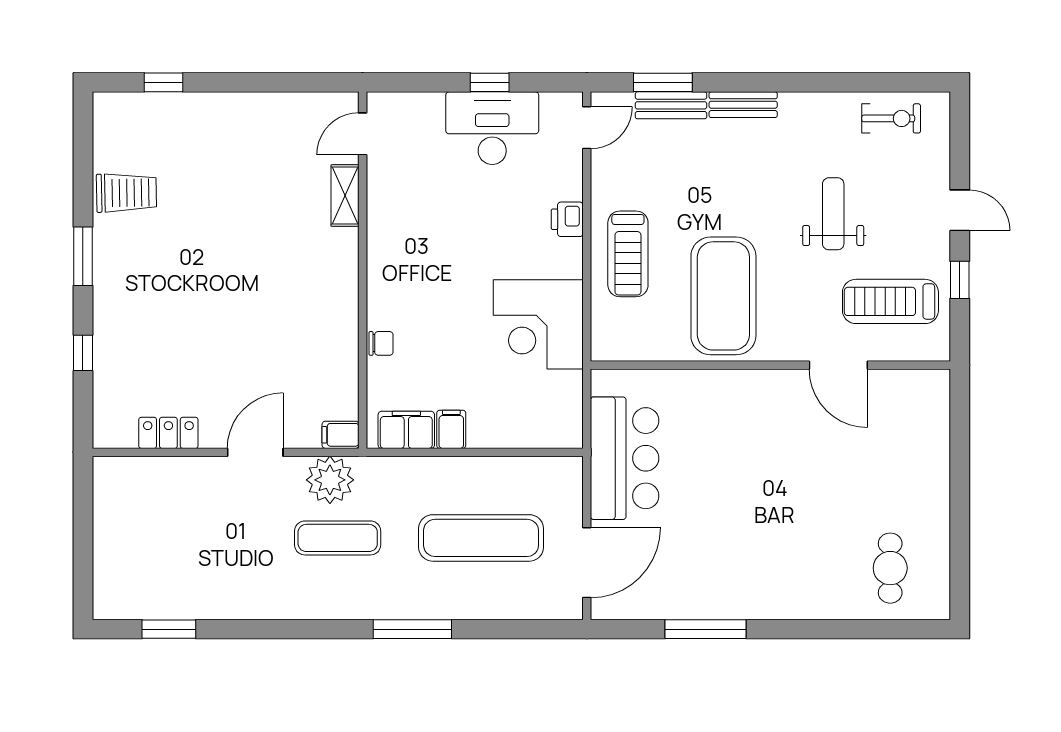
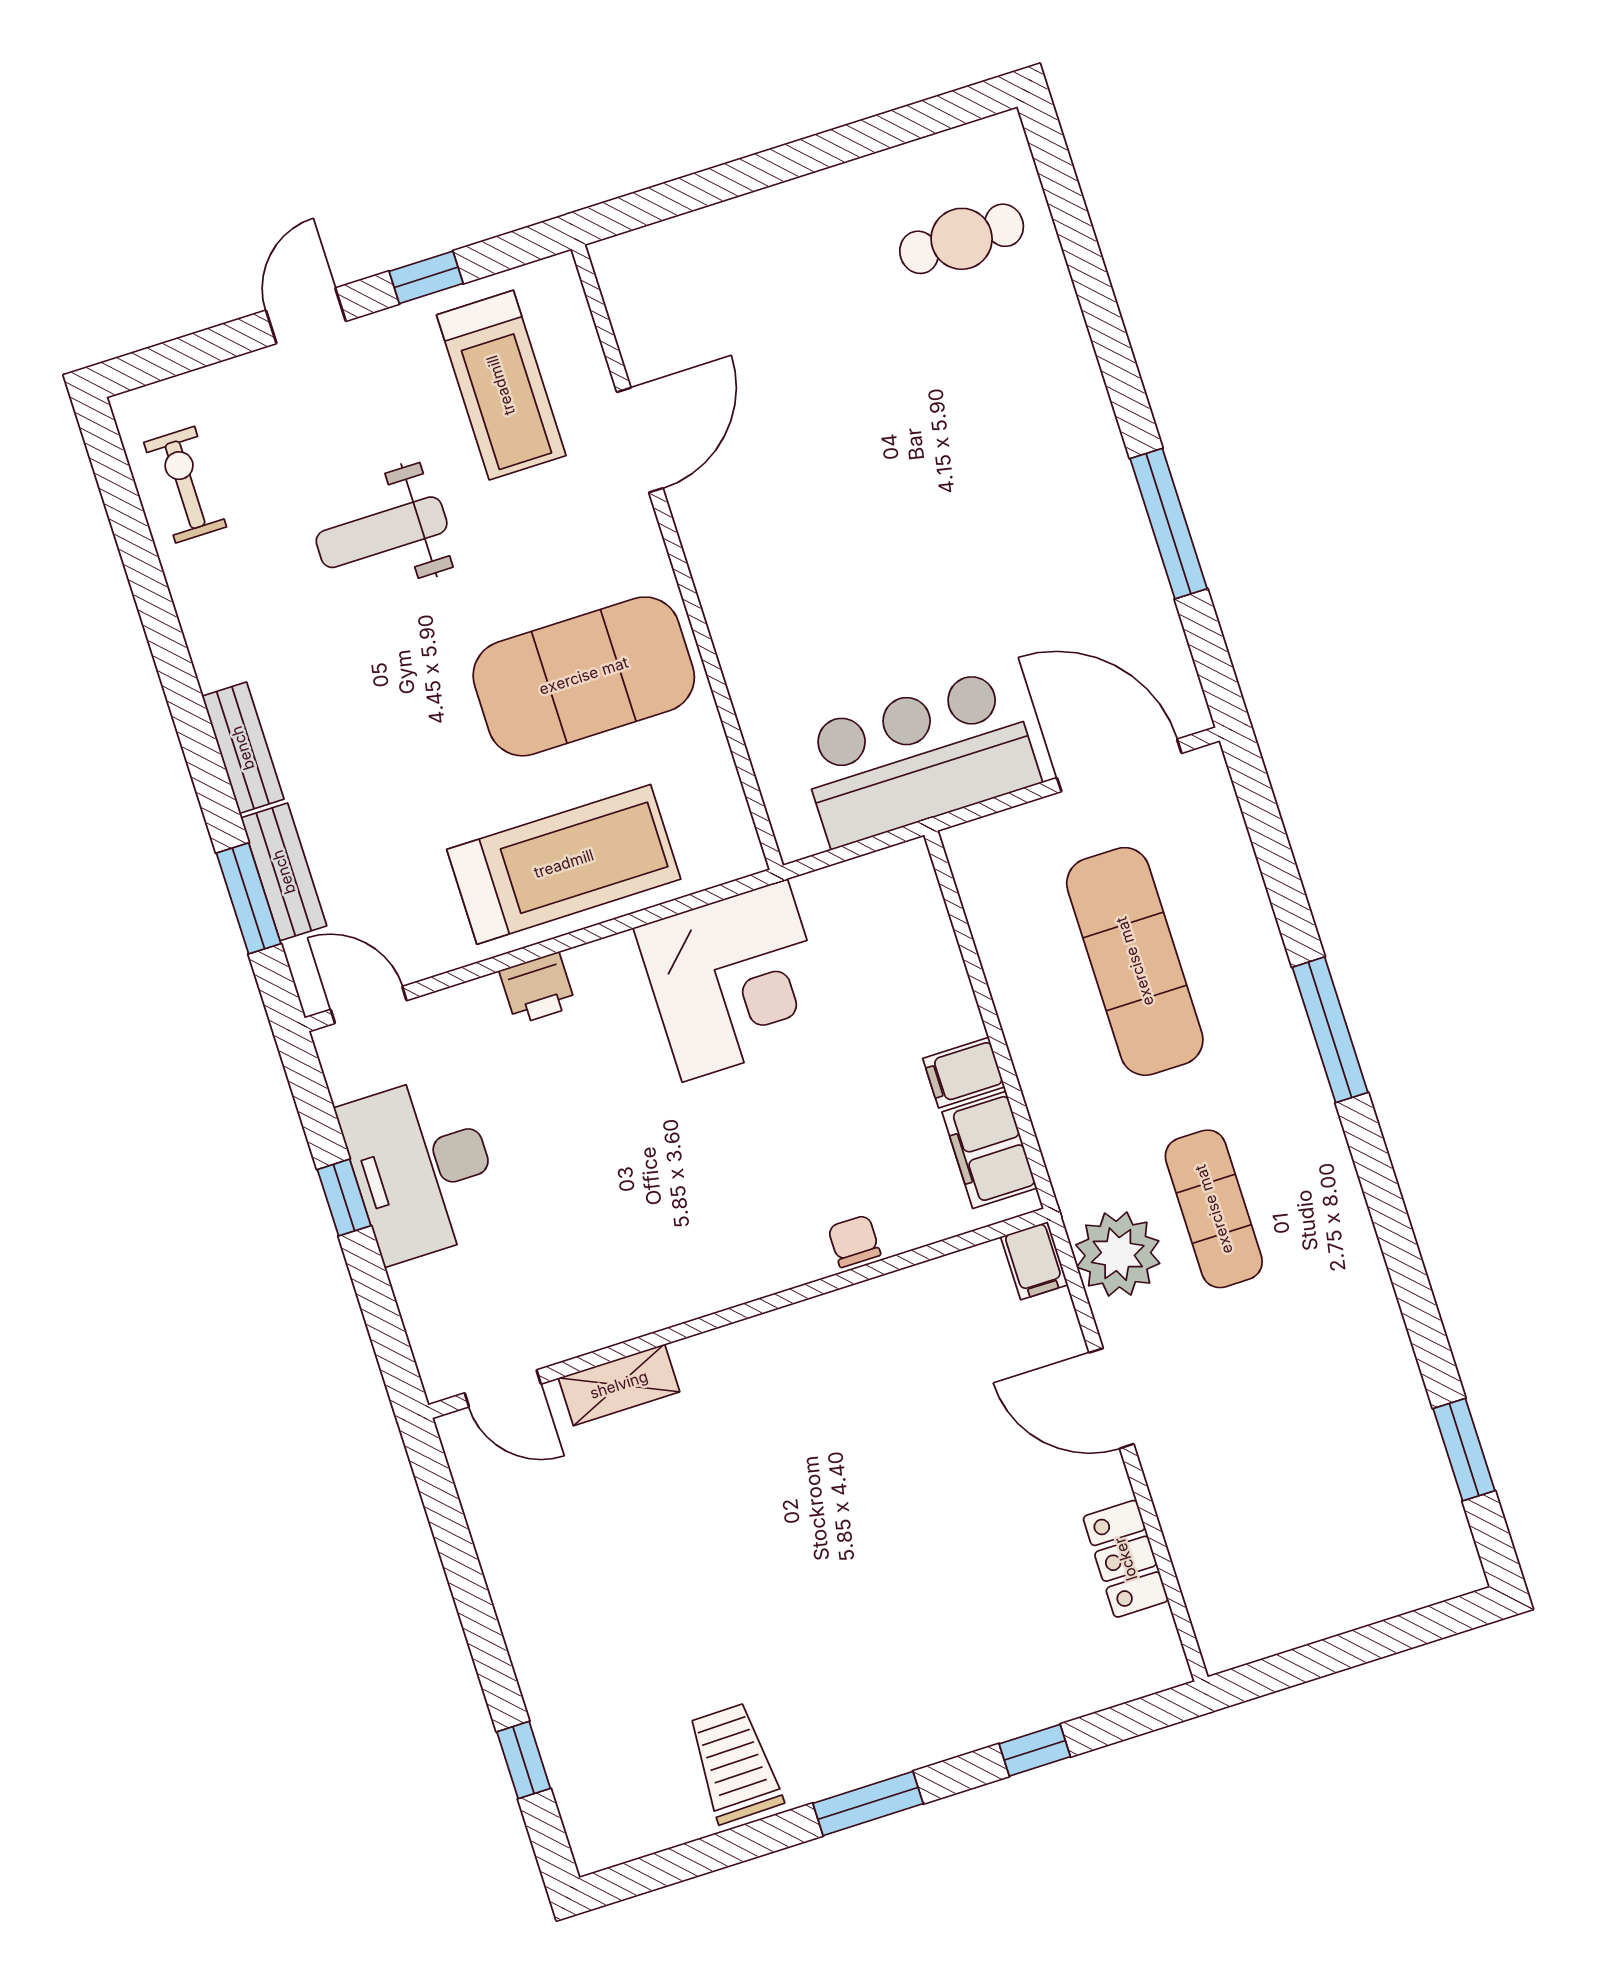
treadmill: (628, 254) -> (564, 864), width x1.37, depth x1.38

